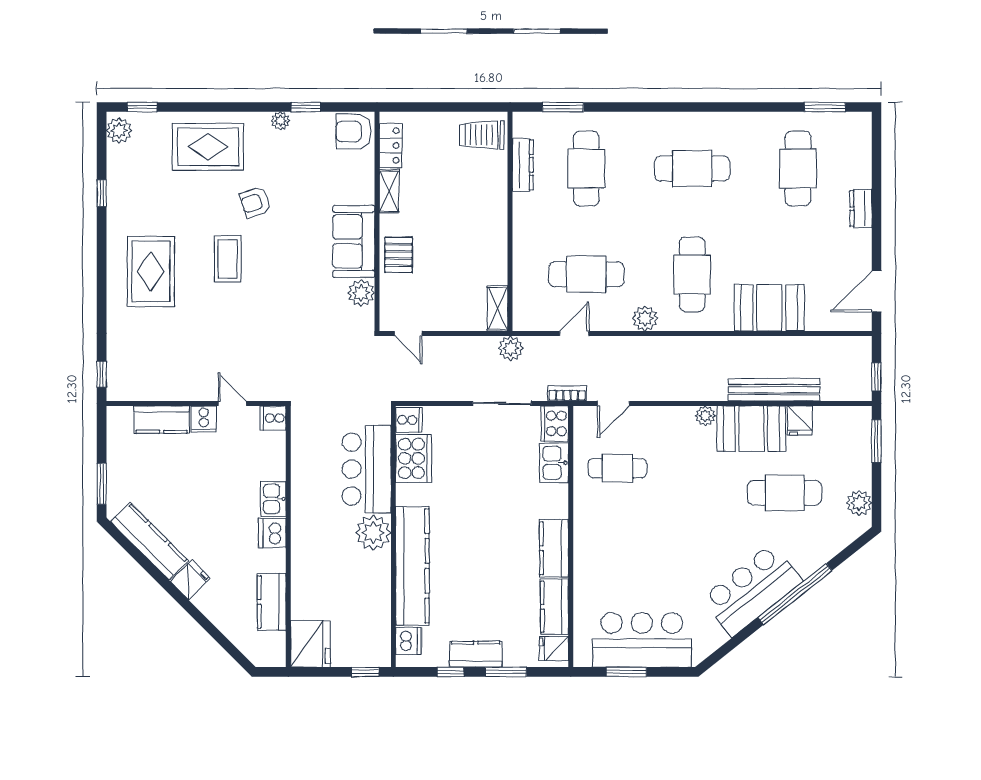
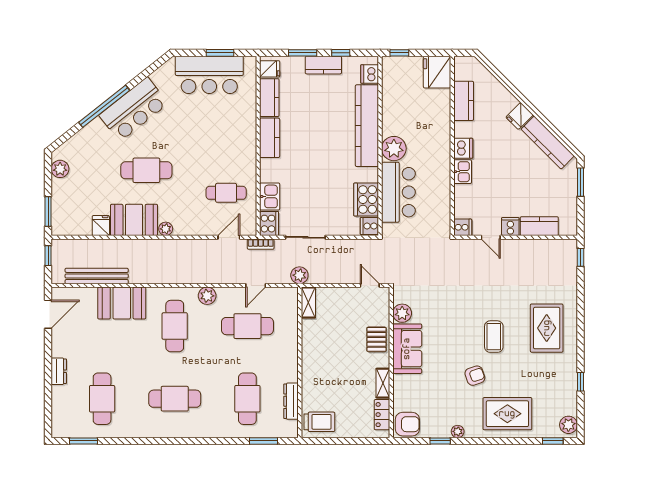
bench: (774, 390) -> (97, 276), moved
cafe table: (785, 493) -> (146, 170), moved

